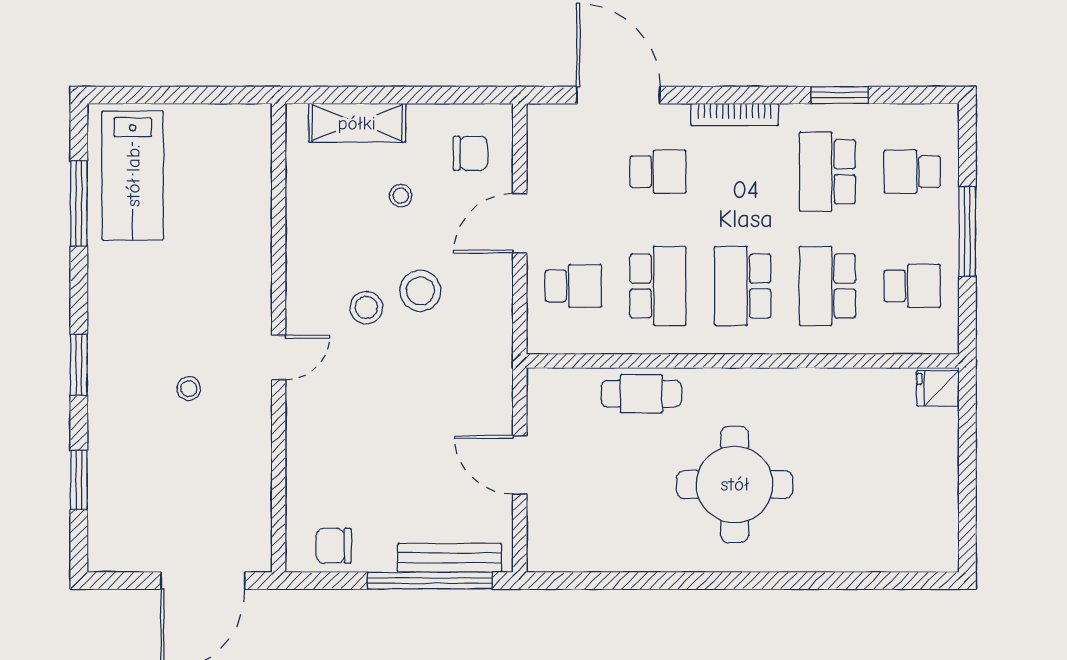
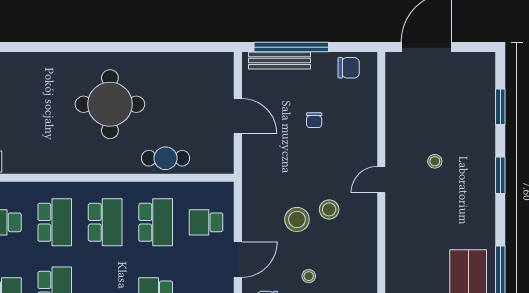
school desk: (658, 286) -> (156, 222), turned 180
chair: (392, 458) -> (314, 120), added

